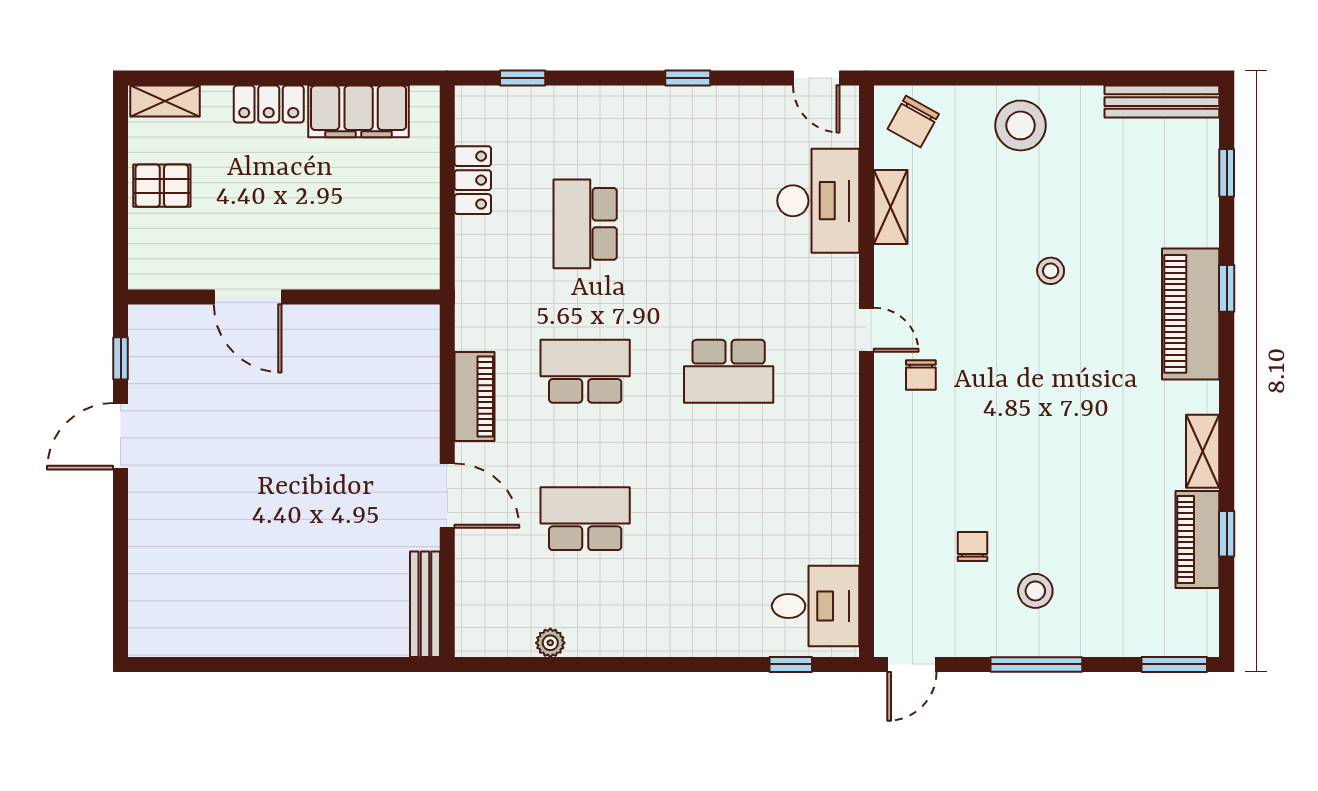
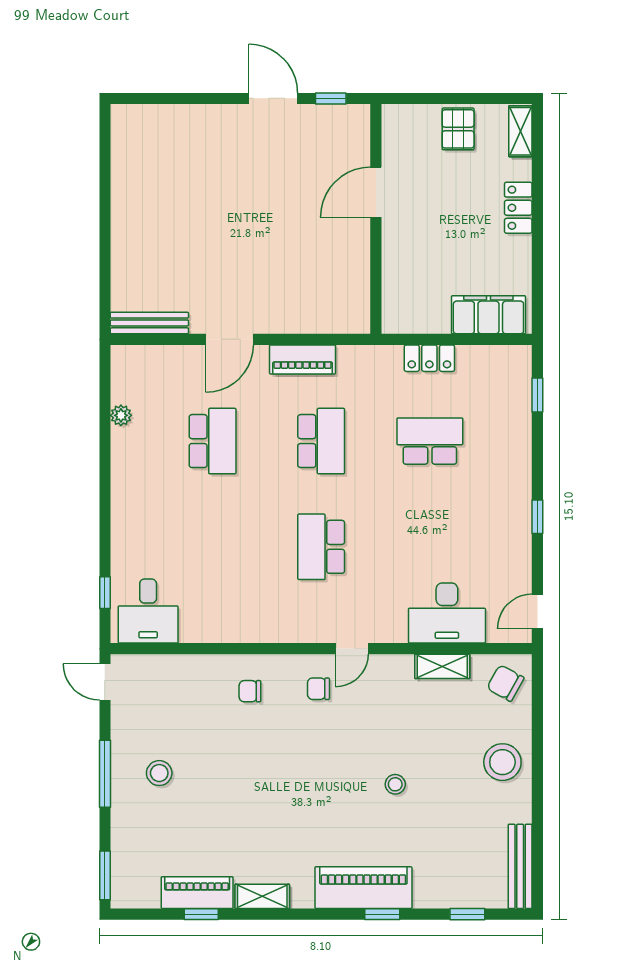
filing cabinet: (359, 111) -> (488, 315), moved, turned 90
locker: (473, 180) -> (429, 358), moved
chair: (972, 547) -> (250, 691), moved, turned 180

